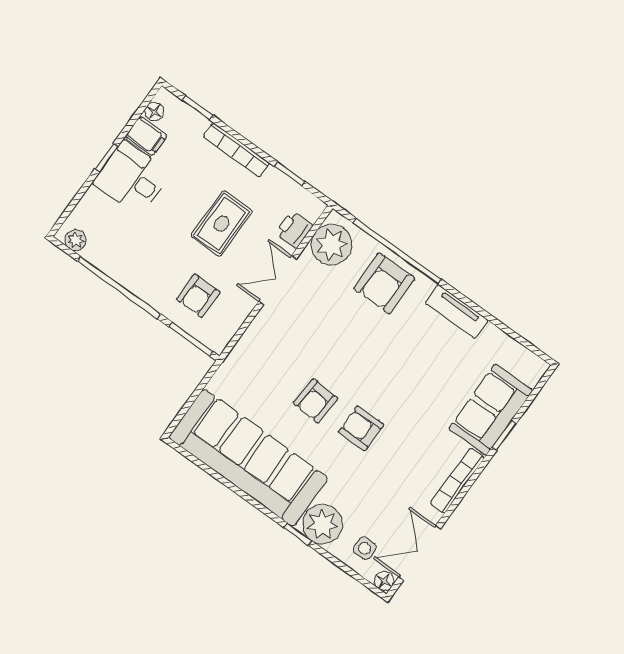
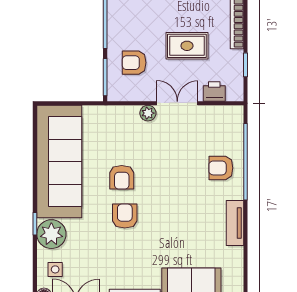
plant: (332, 245) -> (148, 113), moved, width x0.53, depth x0.53
armchair: (384, 283) -> (221, 168), width x0.72, depth x0.72
armchair: (316, 401) -> (122, 177), turned -94

